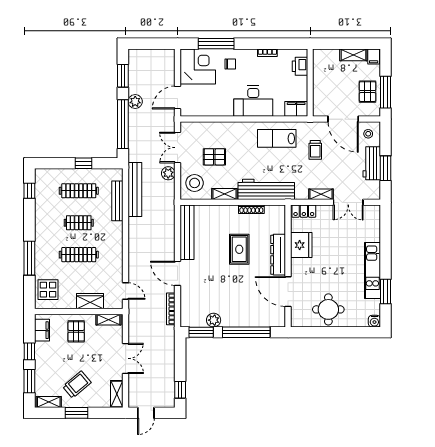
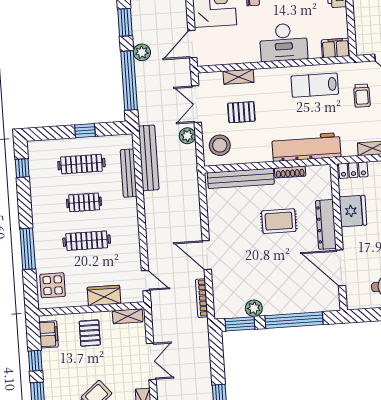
shelving: (225, 194) -> (239, 77), moved
bench: (187, 232) -> (241, 178), moved, turned 90
rug: (239, 249) -> (279, 221), turned 90

